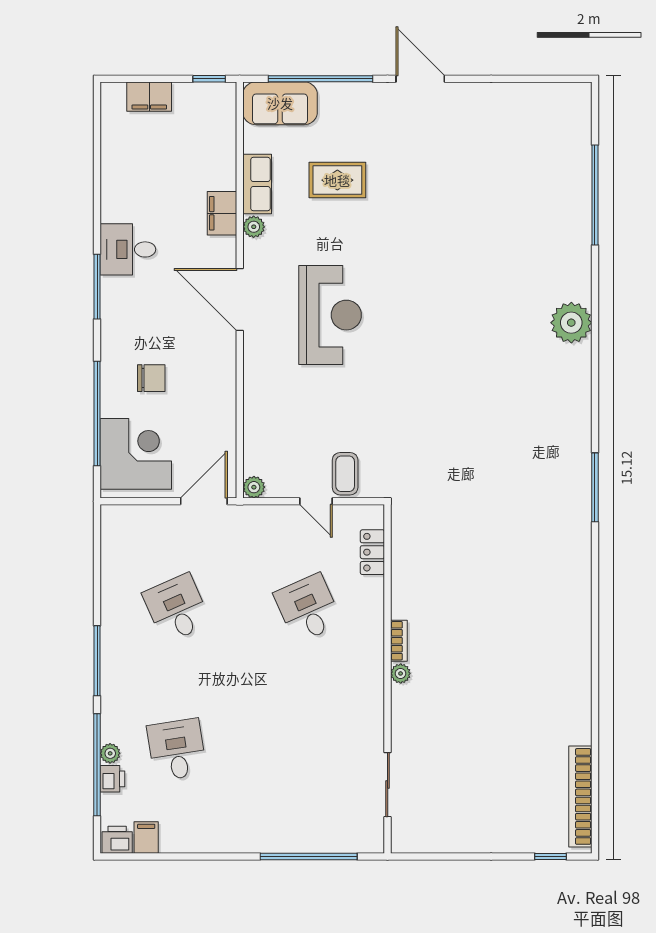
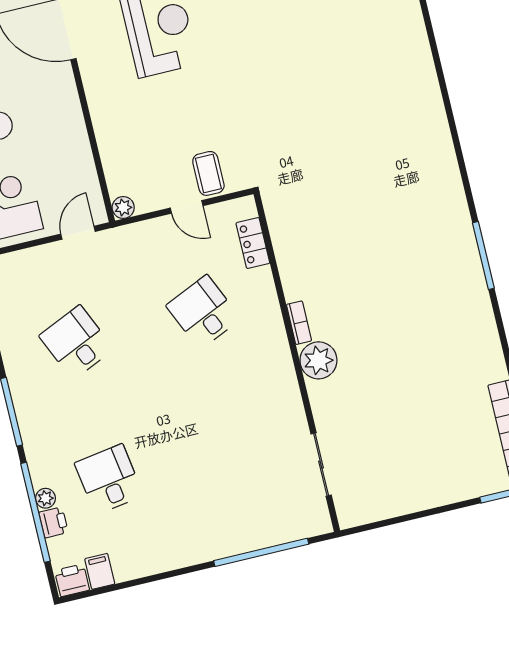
window: (595, 487) -> (483, 255), moved
door: (204, 501) -> (78, 233), width x0.73
plant: (401, 673) -> (318, 360), width x1.88, depth x1.88

